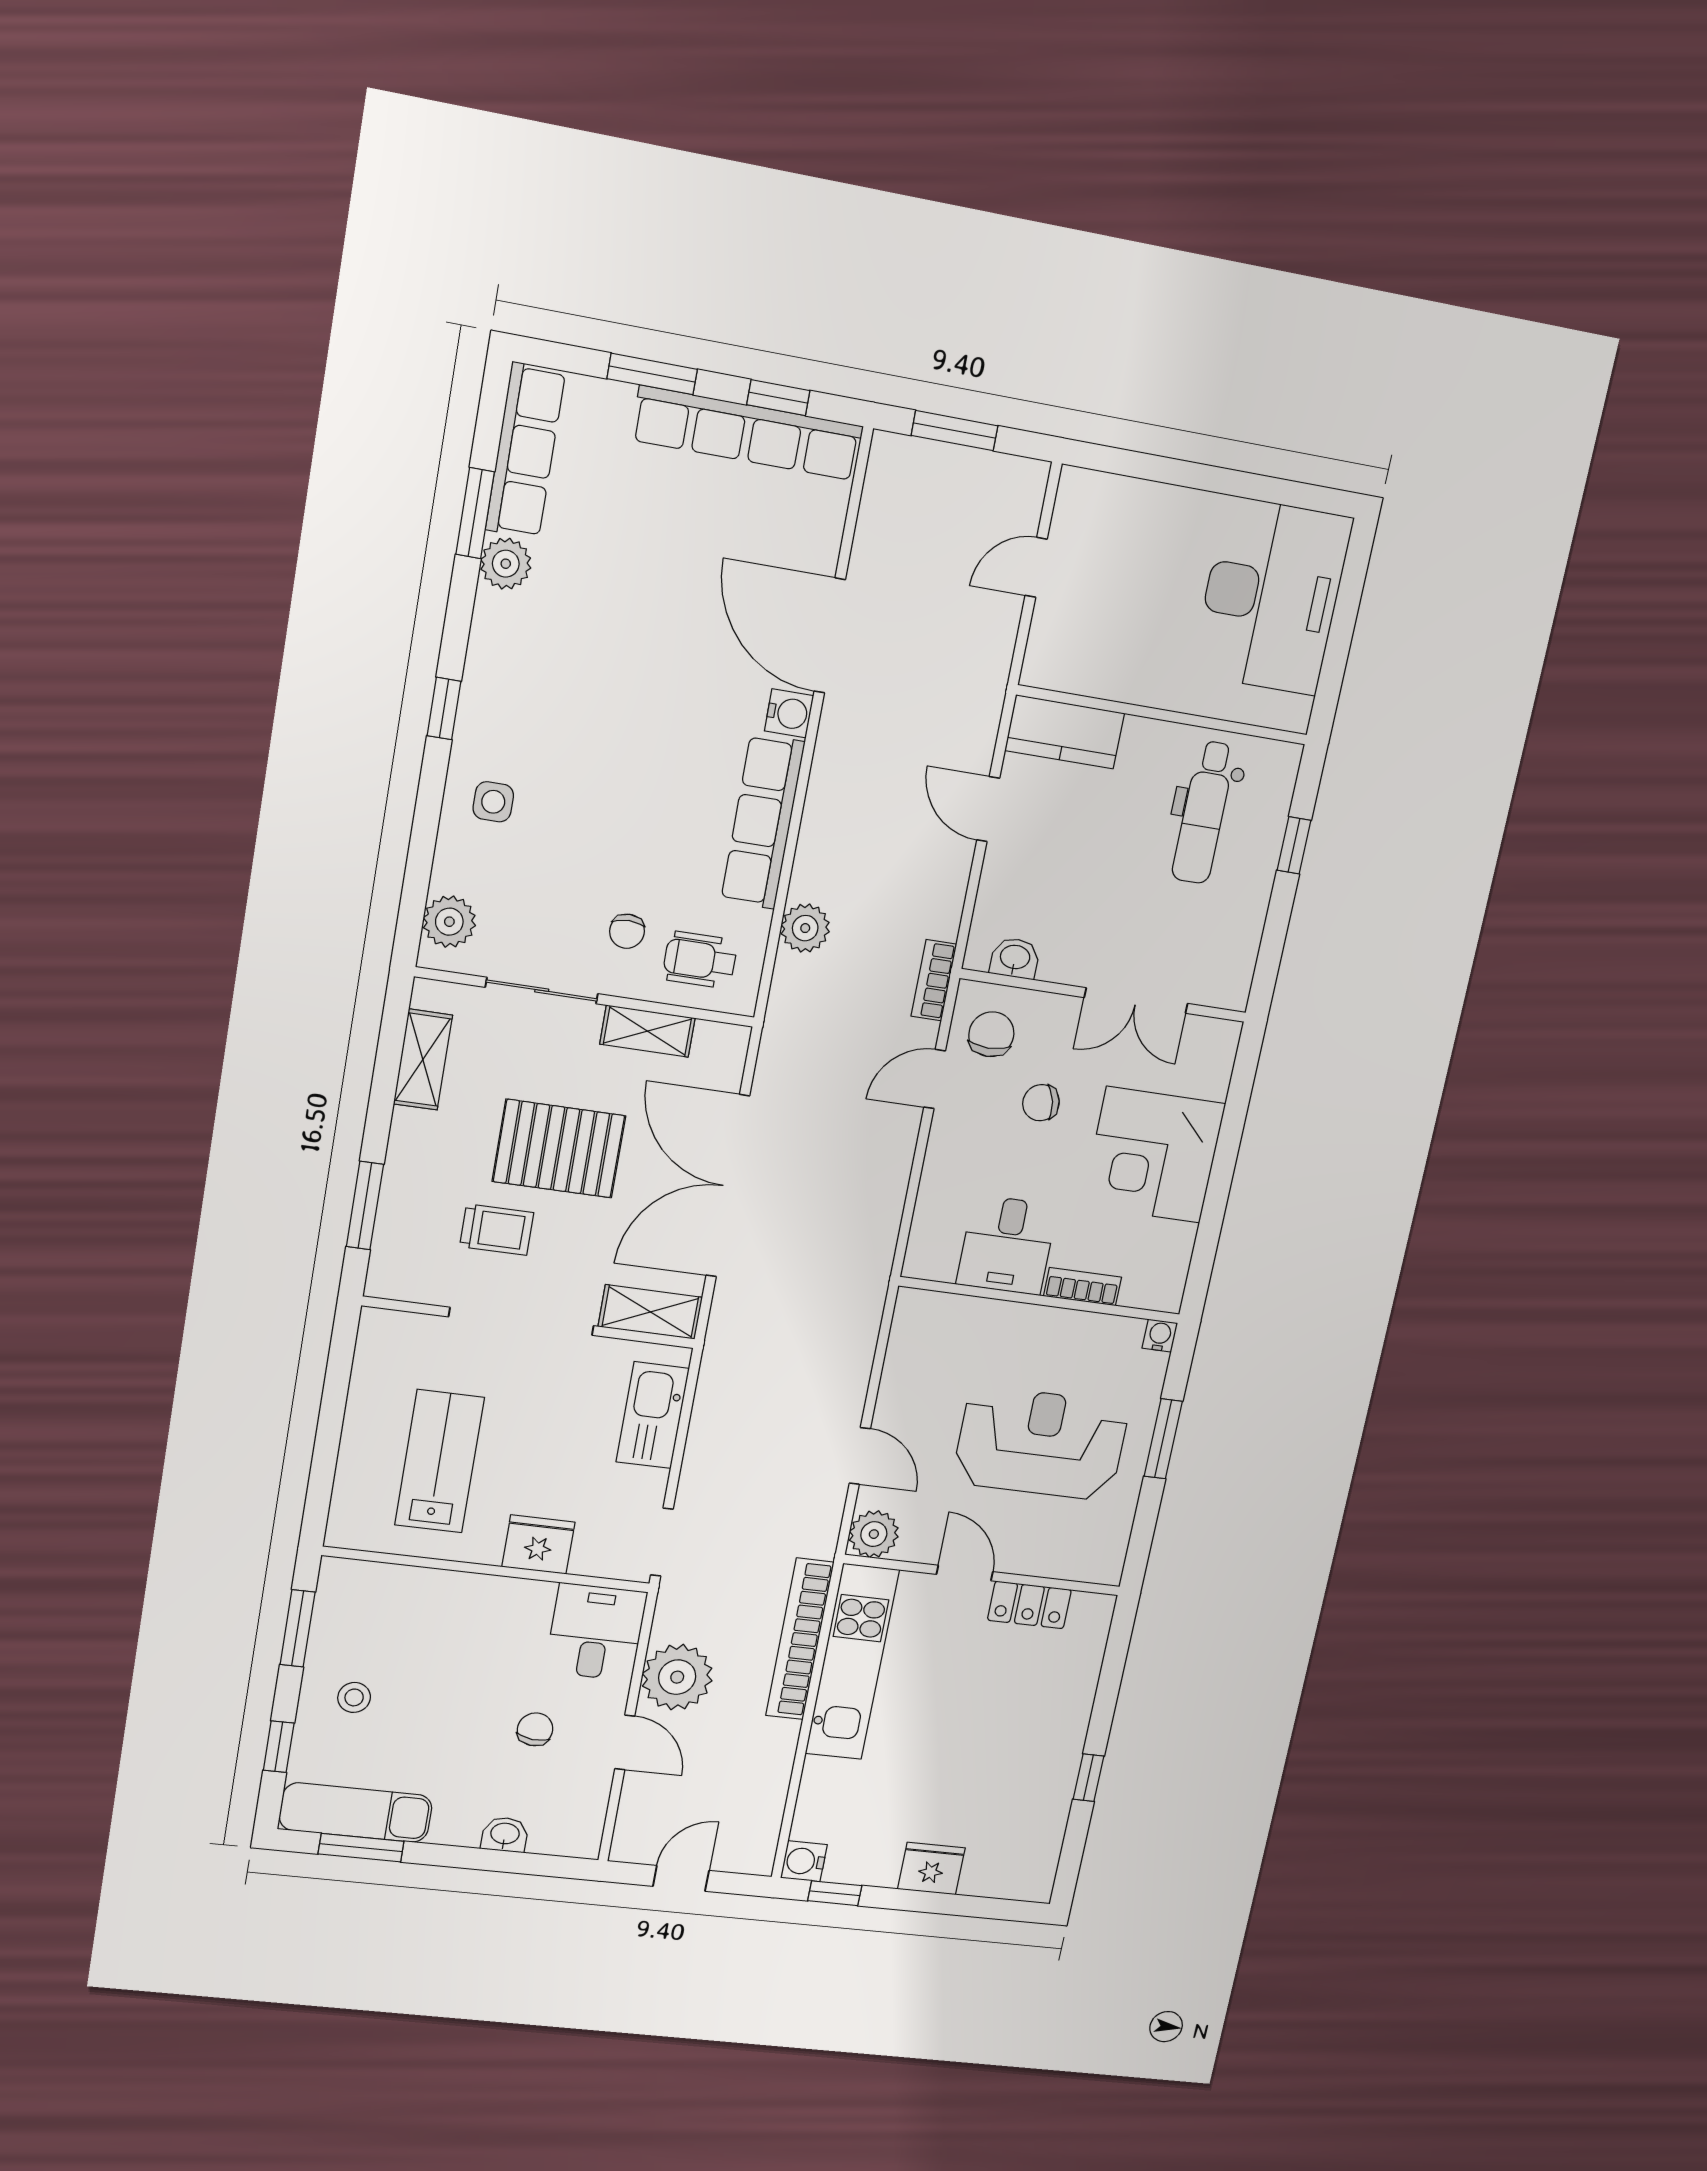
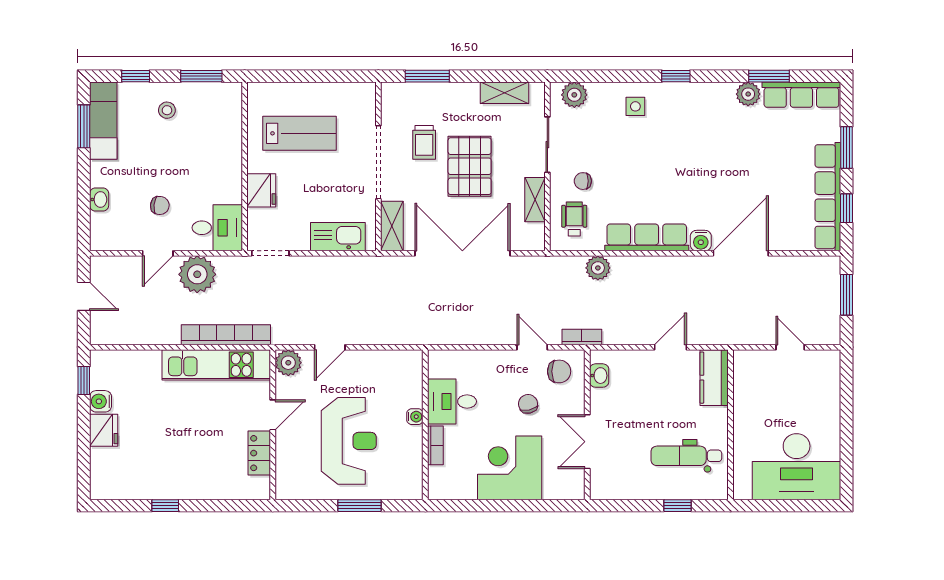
water cooler: (1160, 1336) -> (415, 417), moved
water cooler: (804, 1861) -> (101, 401), moved, turned -90

